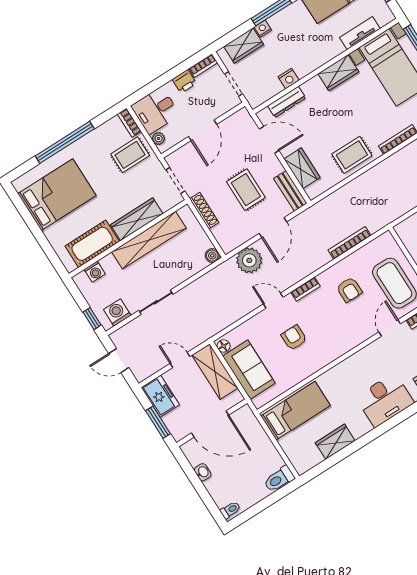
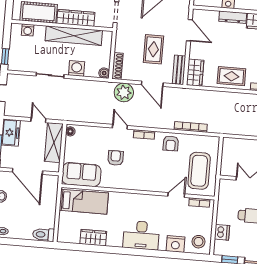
dresser: (287, 102) -> (233, 17), moved
wardrobe: (302, 168) -> (195, 73), moved
shoe rack: (204, 211) -> (118, 66), moved
door: (273, 228) -> (152, 84), hinge flipped
armchair: (349, 290) -> (171, 143), moved
washing machine: (117, 312) -> (77, 69), moved
sofa: (249, 370) -> (81, 175), moved, turned -90

